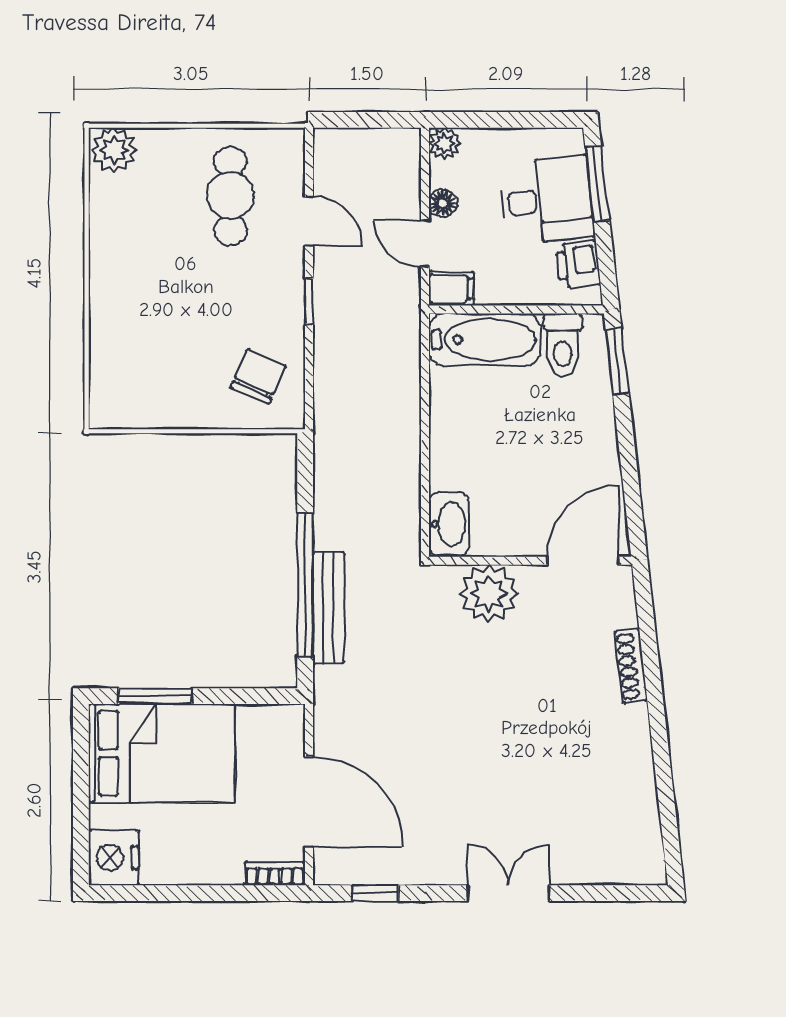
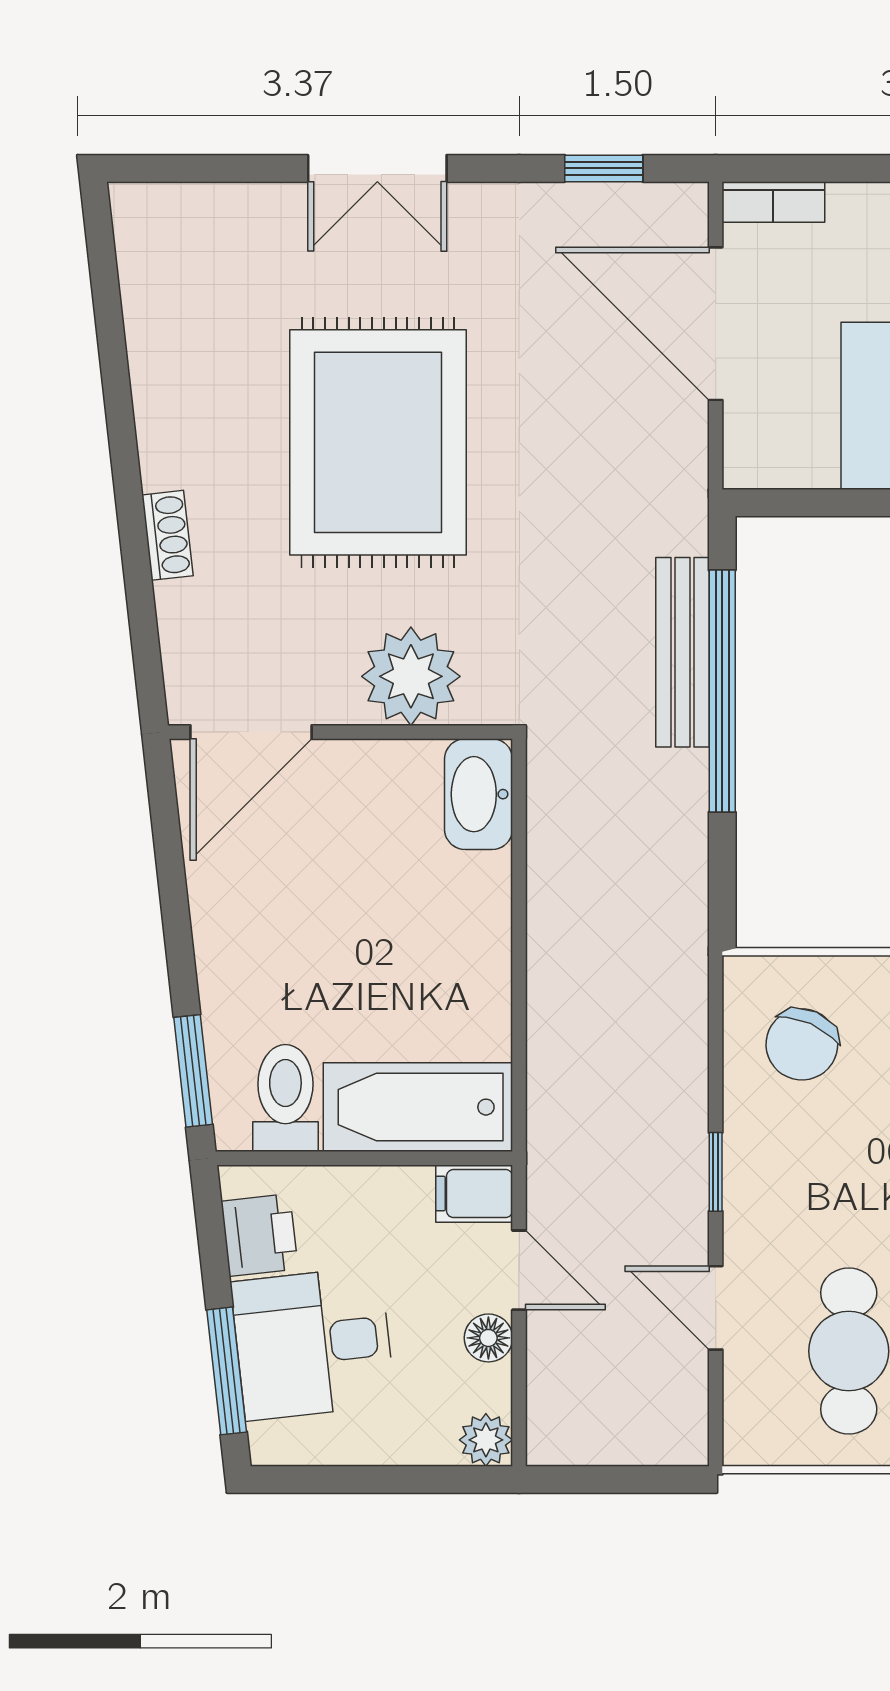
shoe rack: (631, 666) -> (167, 535), width x0.70
rug: (508, 732) -> (378, 442), added

